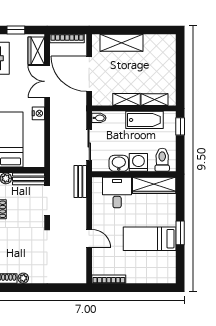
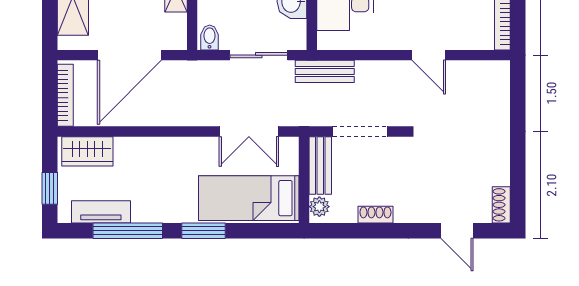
double door: (47, 81) -> (249, 131), moved
nightstand: (38, 113) -> (201, 147), removed
door: (89, 239) -> (429, 55), swing flipped
plant: (23, 278) -> (501, 175), removed

